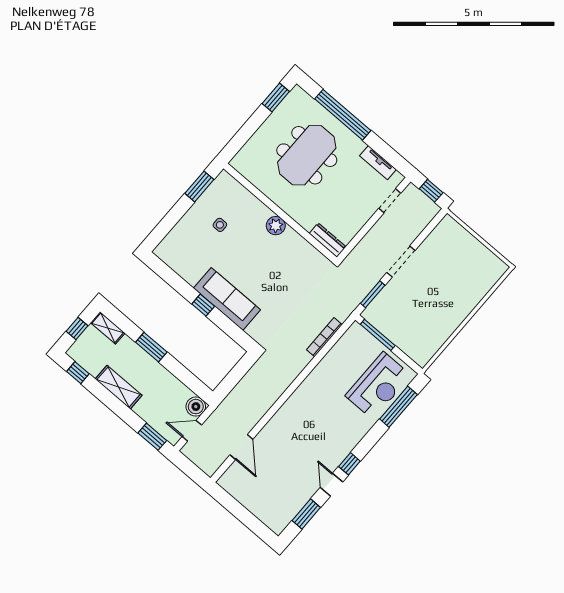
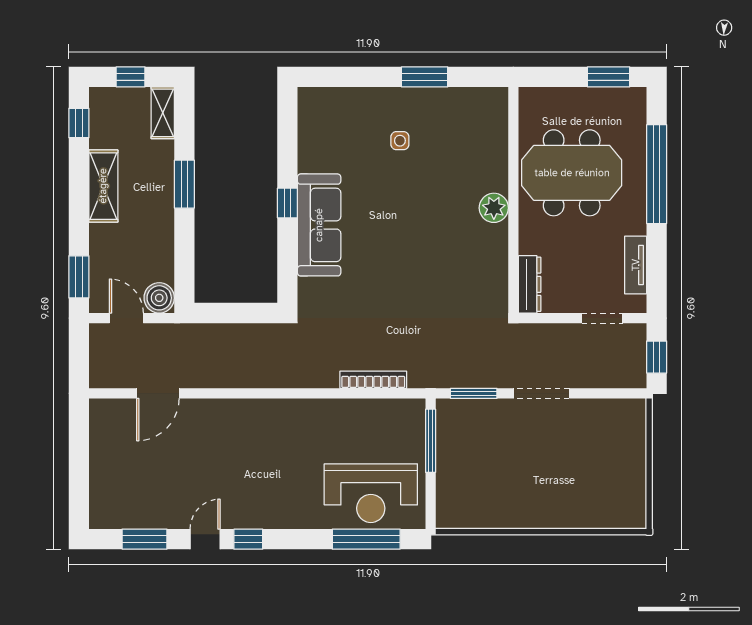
wall: (280, 213) -> (513, 200), moved
plant: (276, 226) -> (494, 208), moved
dresser: (328, 240) -> (530, 284), moved

